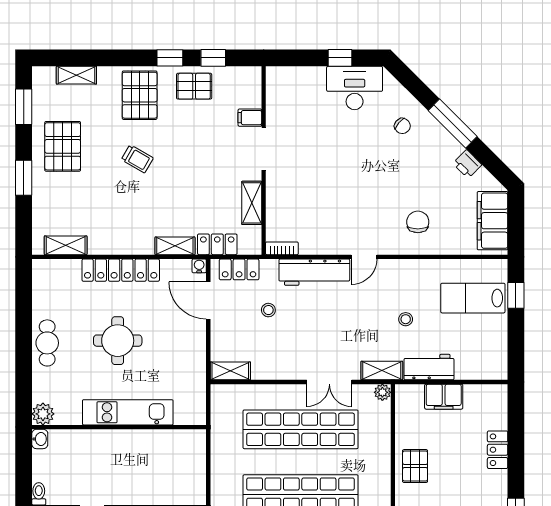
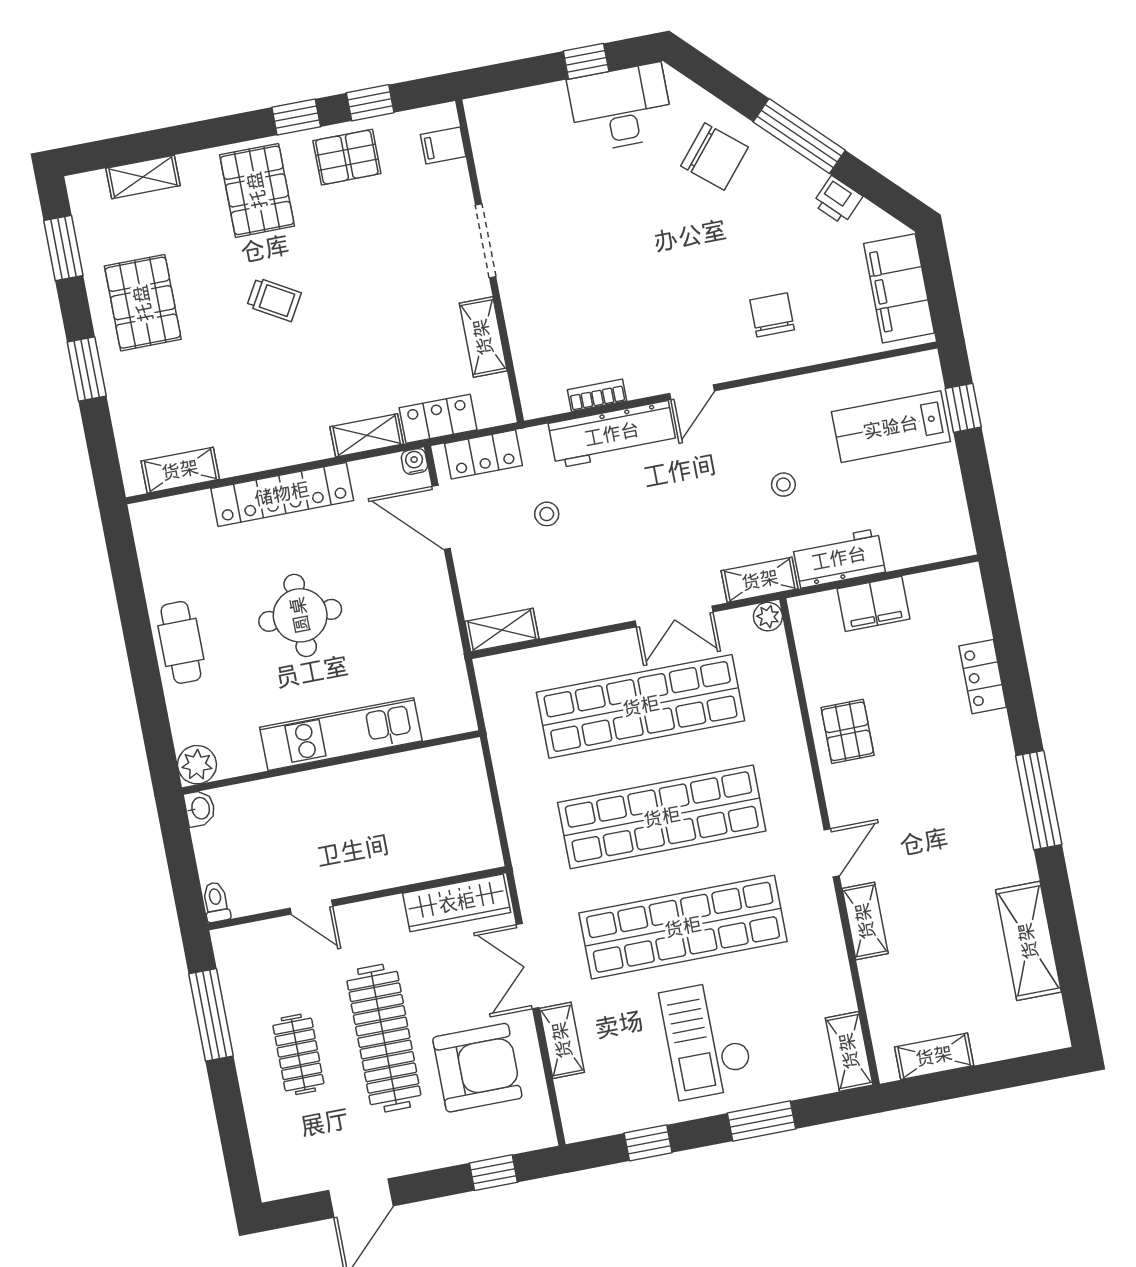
filing cabinet: (250, 118) -> (443, 145), moved
chair: (402, 126) -> (714, 157), width x1.87, depth x1.87
bookcase: (282, 248) -> (597, 395), moved

